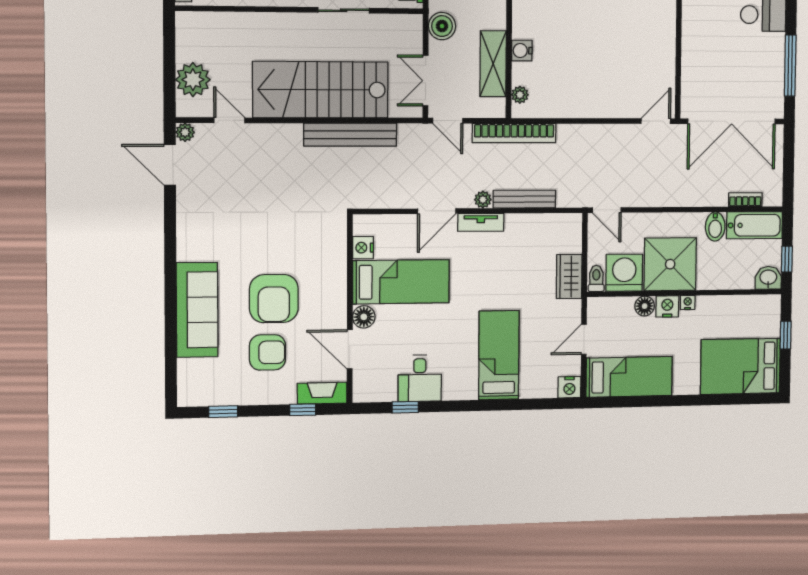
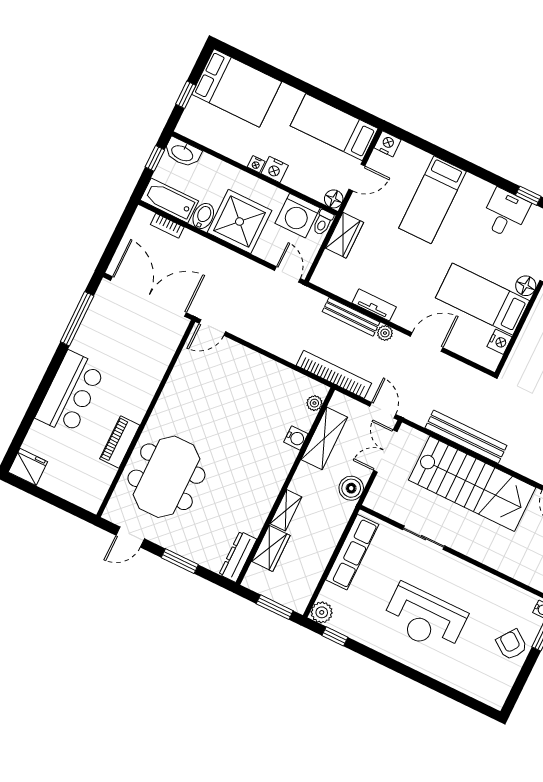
double door: (425, 81) -> (385, 451), swing flipped
tv unit: (481, 222) -> (374, 305), moved
shower: (670, 264) -> (240, 222), moved
washbasin: (768, 278) -> (182, 153), width x1.38
floor lamp: (645, 306) -> (334, 199), moved

